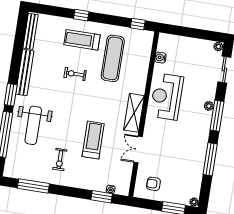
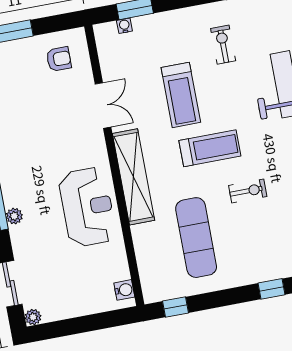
treadmill: (82, 40) -> (210, 148), moved
water cooler: (160, 58) -> (124, 290), moved
shelving: (134, 113) -> (133, 177), width x1.47

